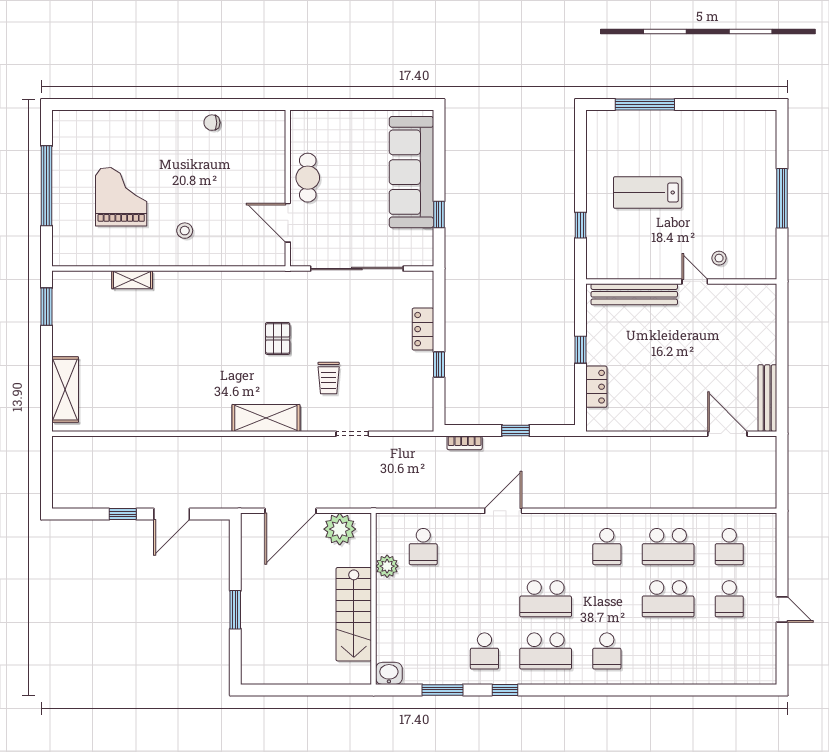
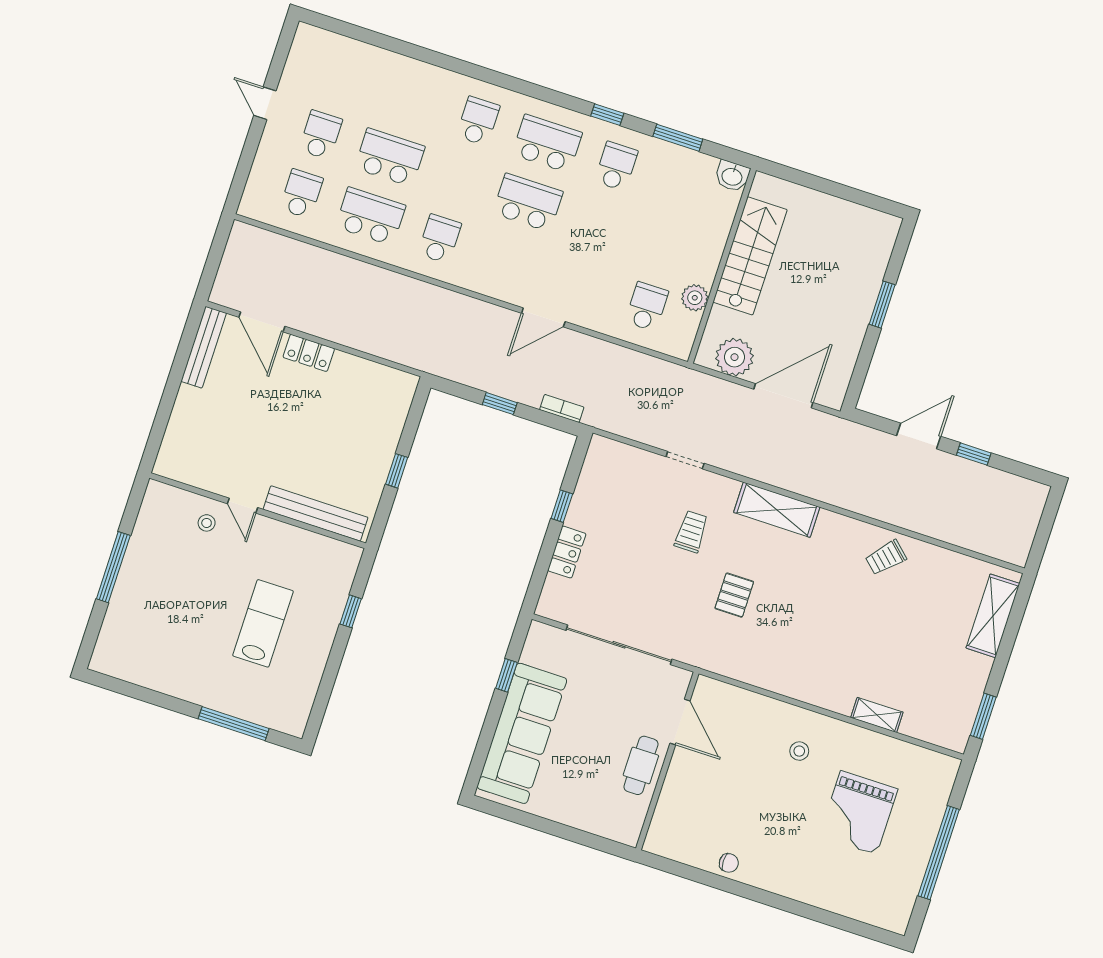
lab bench: (648, 192) -> (263, 623), turned -90
locker: (596, 387) -> (309, 353), moved, turned -90
trolley: (166, 408) -> (886, 557), added

